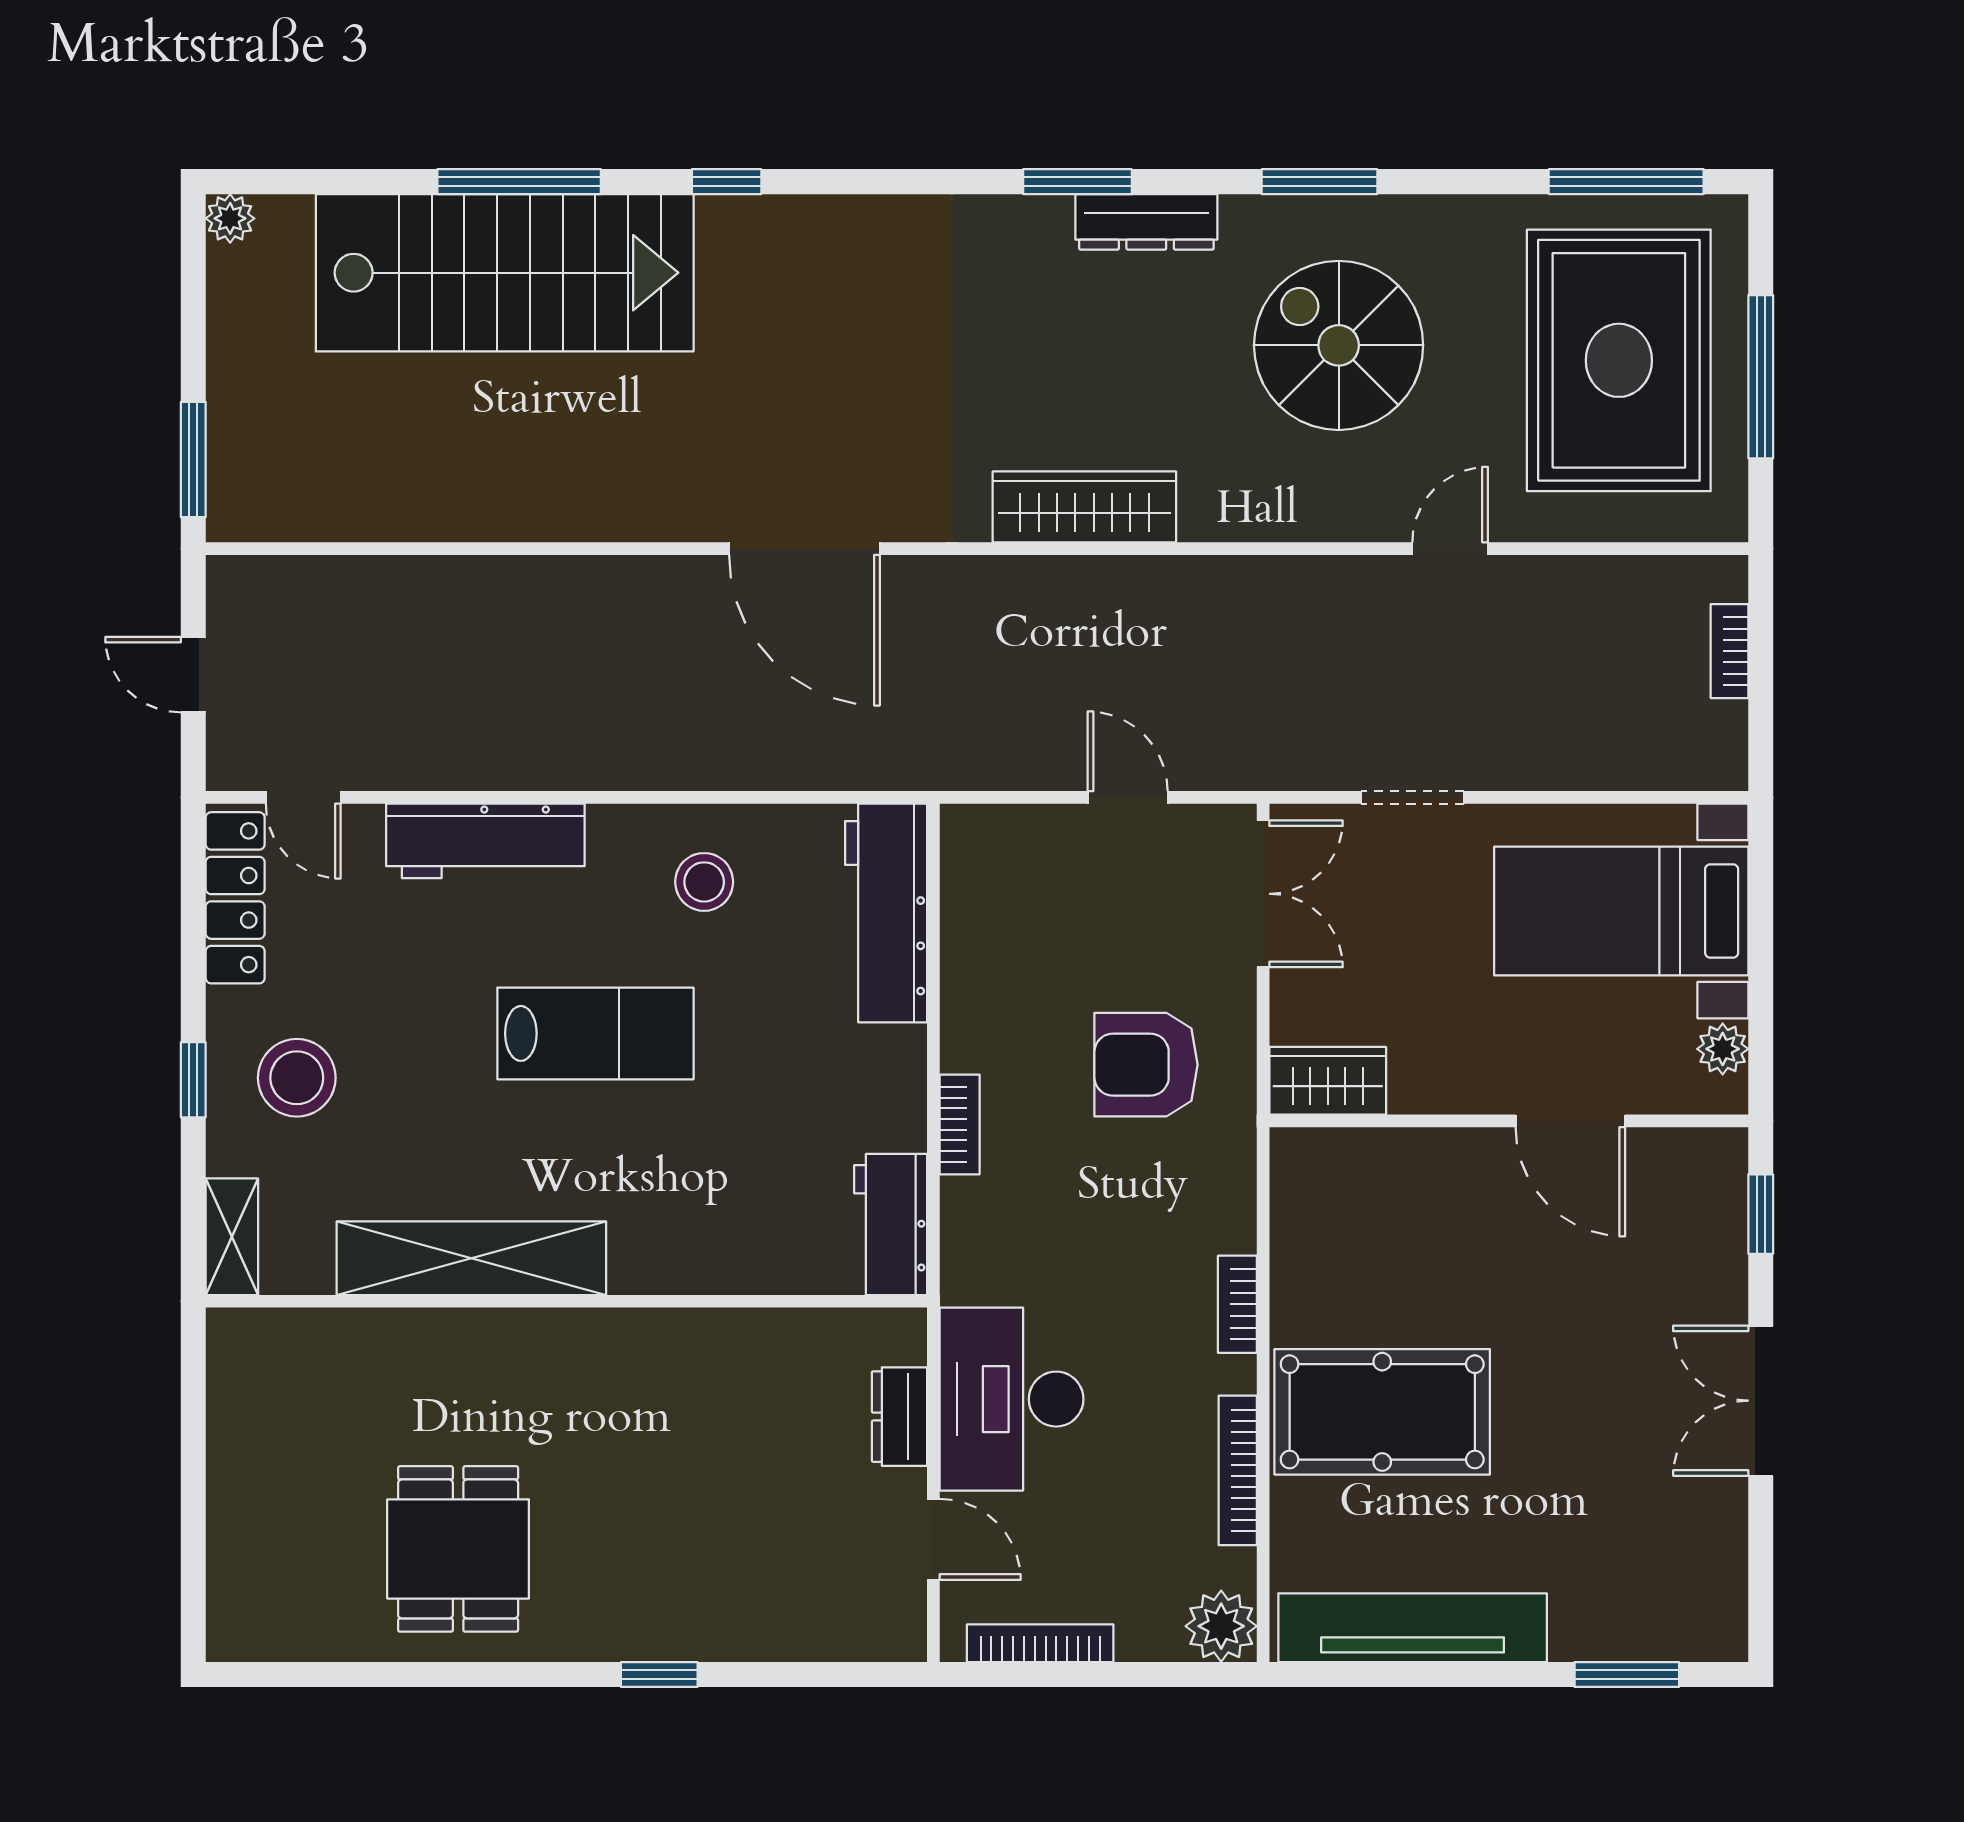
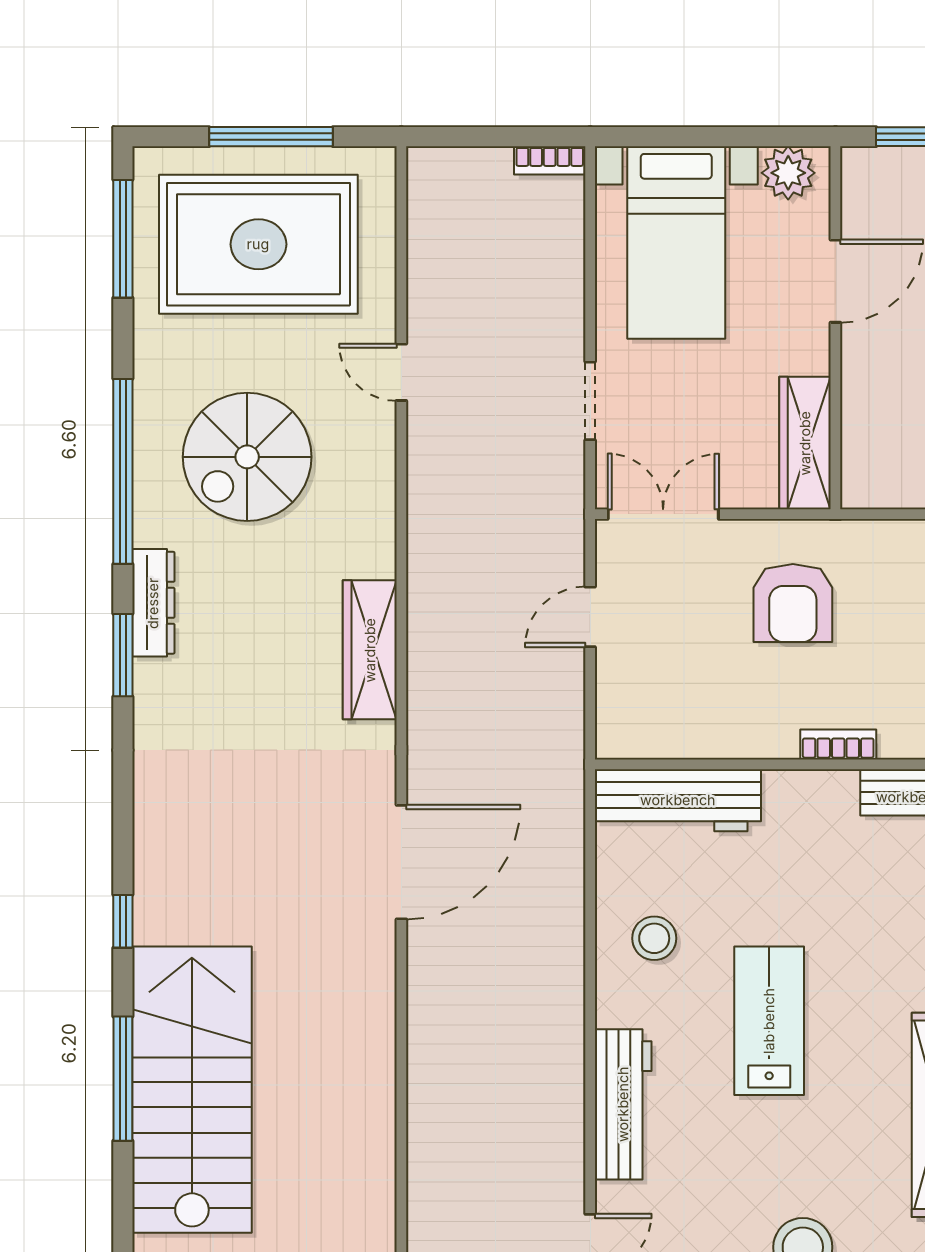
window: (1320, 182) -> (123, 471), width x2.11
bookcase: (1730, 651) -> (550, 160), moved
plant: (1723, 1049) -> (788, 173), width x1.38, depth x1.38
wardrobe: (1328, 1081) -> (805, 443), width x1.50

